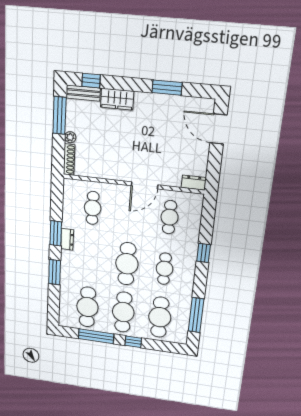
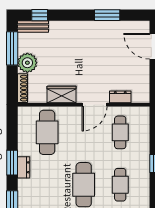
wardrobe: (117, 99) -> (62, 95), moved, turned 180
plant: (70, 137) -> (27, 63), width x1.87, depth x1.87
dresser: (194, 183) -> (120, 97), moved
cafe table: (93, 208) -> (47, 132), width x1.37, depth x1.35

